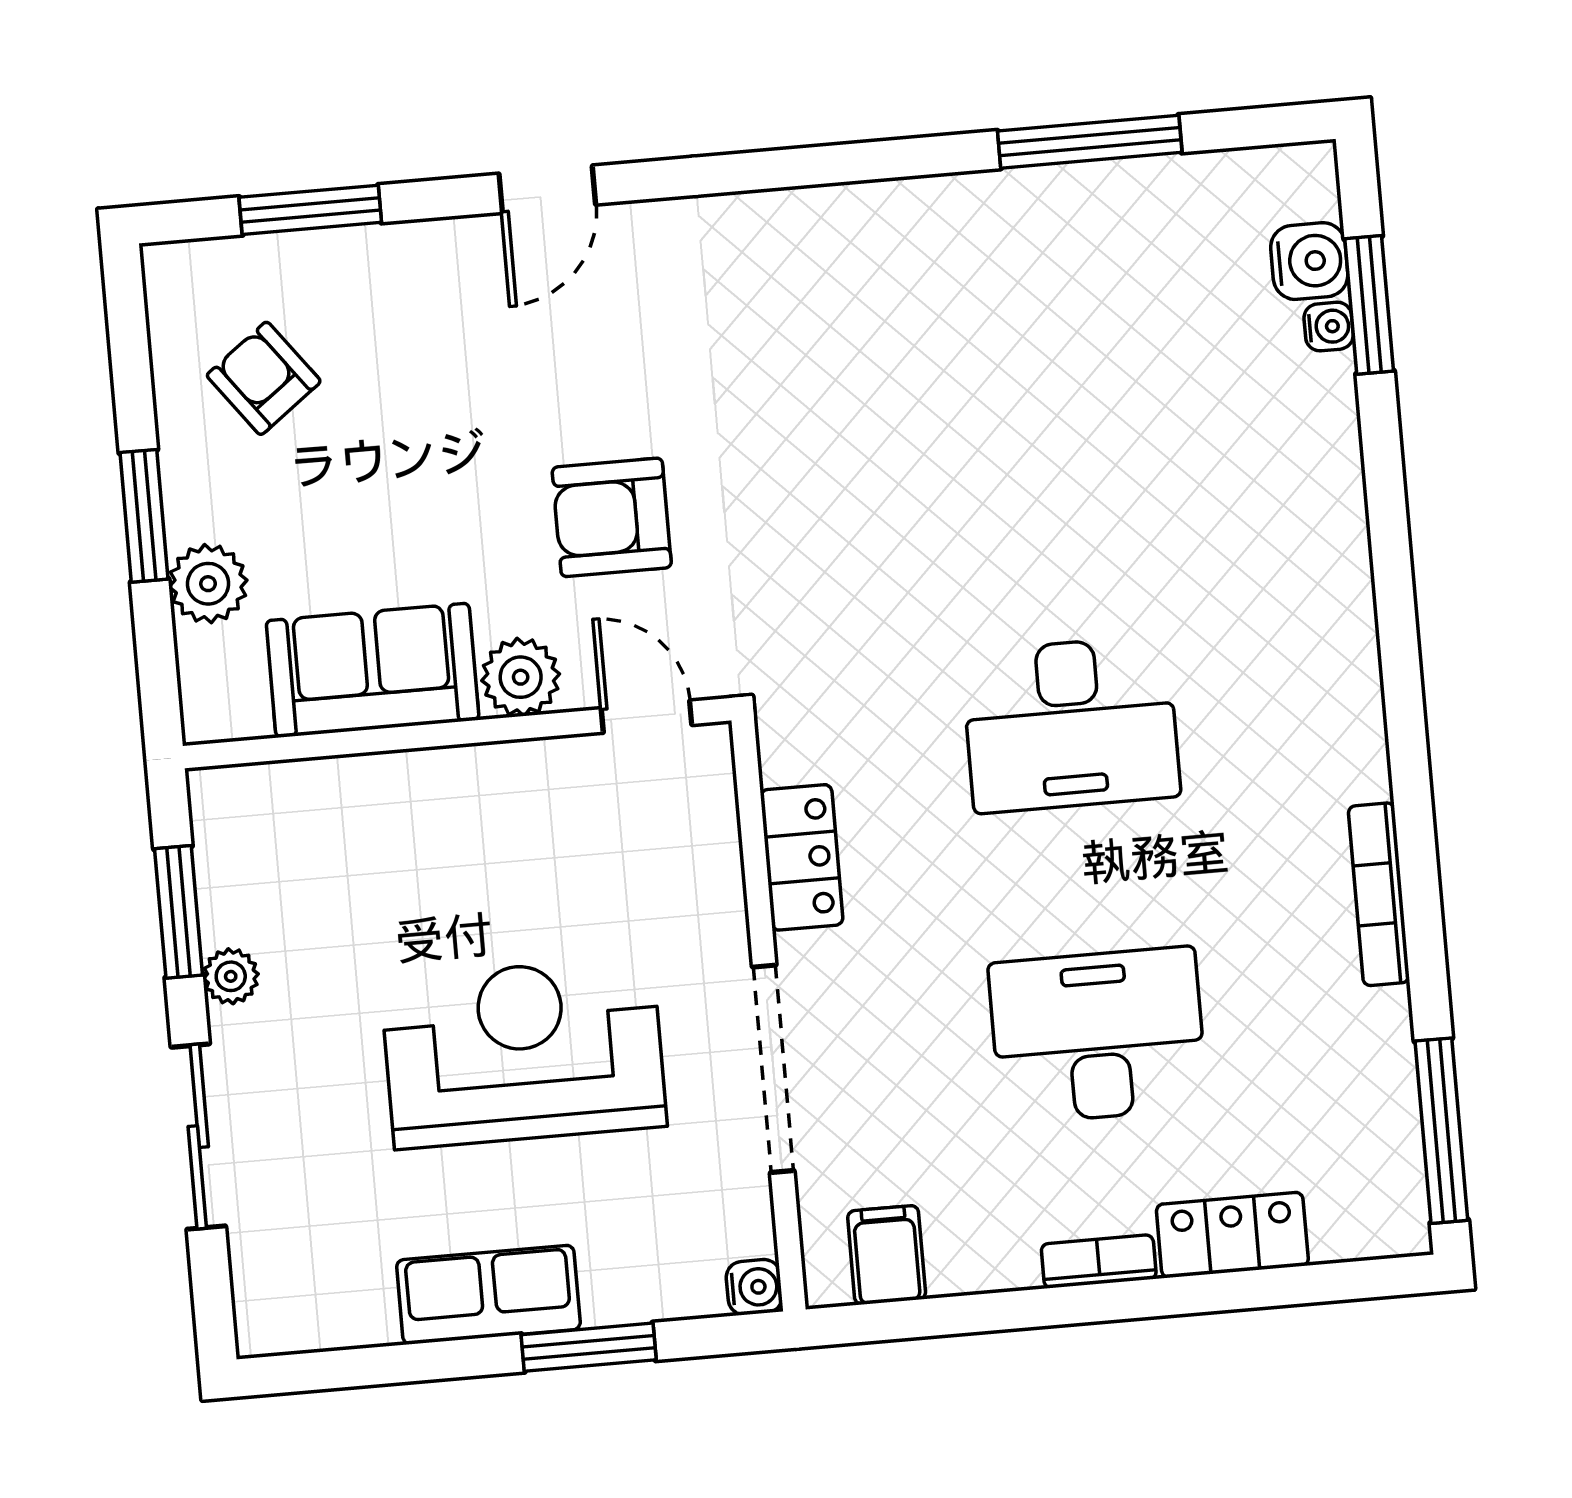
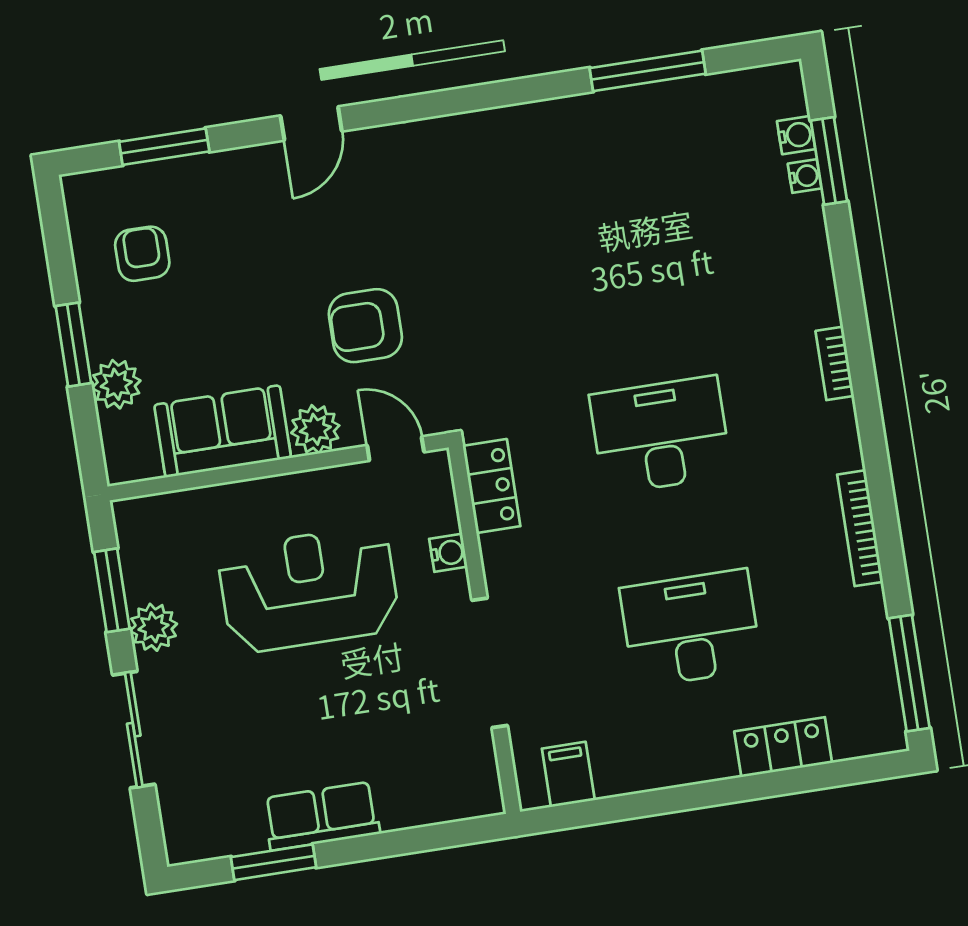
water cooler: (1309, 261) -> (796, 135), width x0.72, depth x0.72
armchair: (264, 378) -> (142, 254), turned 37
desk: (1071, 724) -> (661, 435), turned 180
locker: (802, 857) -> (492, 486), moved
plant: (231, 976) -> (154, 627), width x1.38, depth x1.38
reception desk: (523, 1052) -> (309, 589), moved
bookcase: (1099, 1261) -> (835, 363), moved, turned -90
water cooler: (754, 1287) -> (448, 553), moved
window: (589, 1347) -> (273, 862), moved

